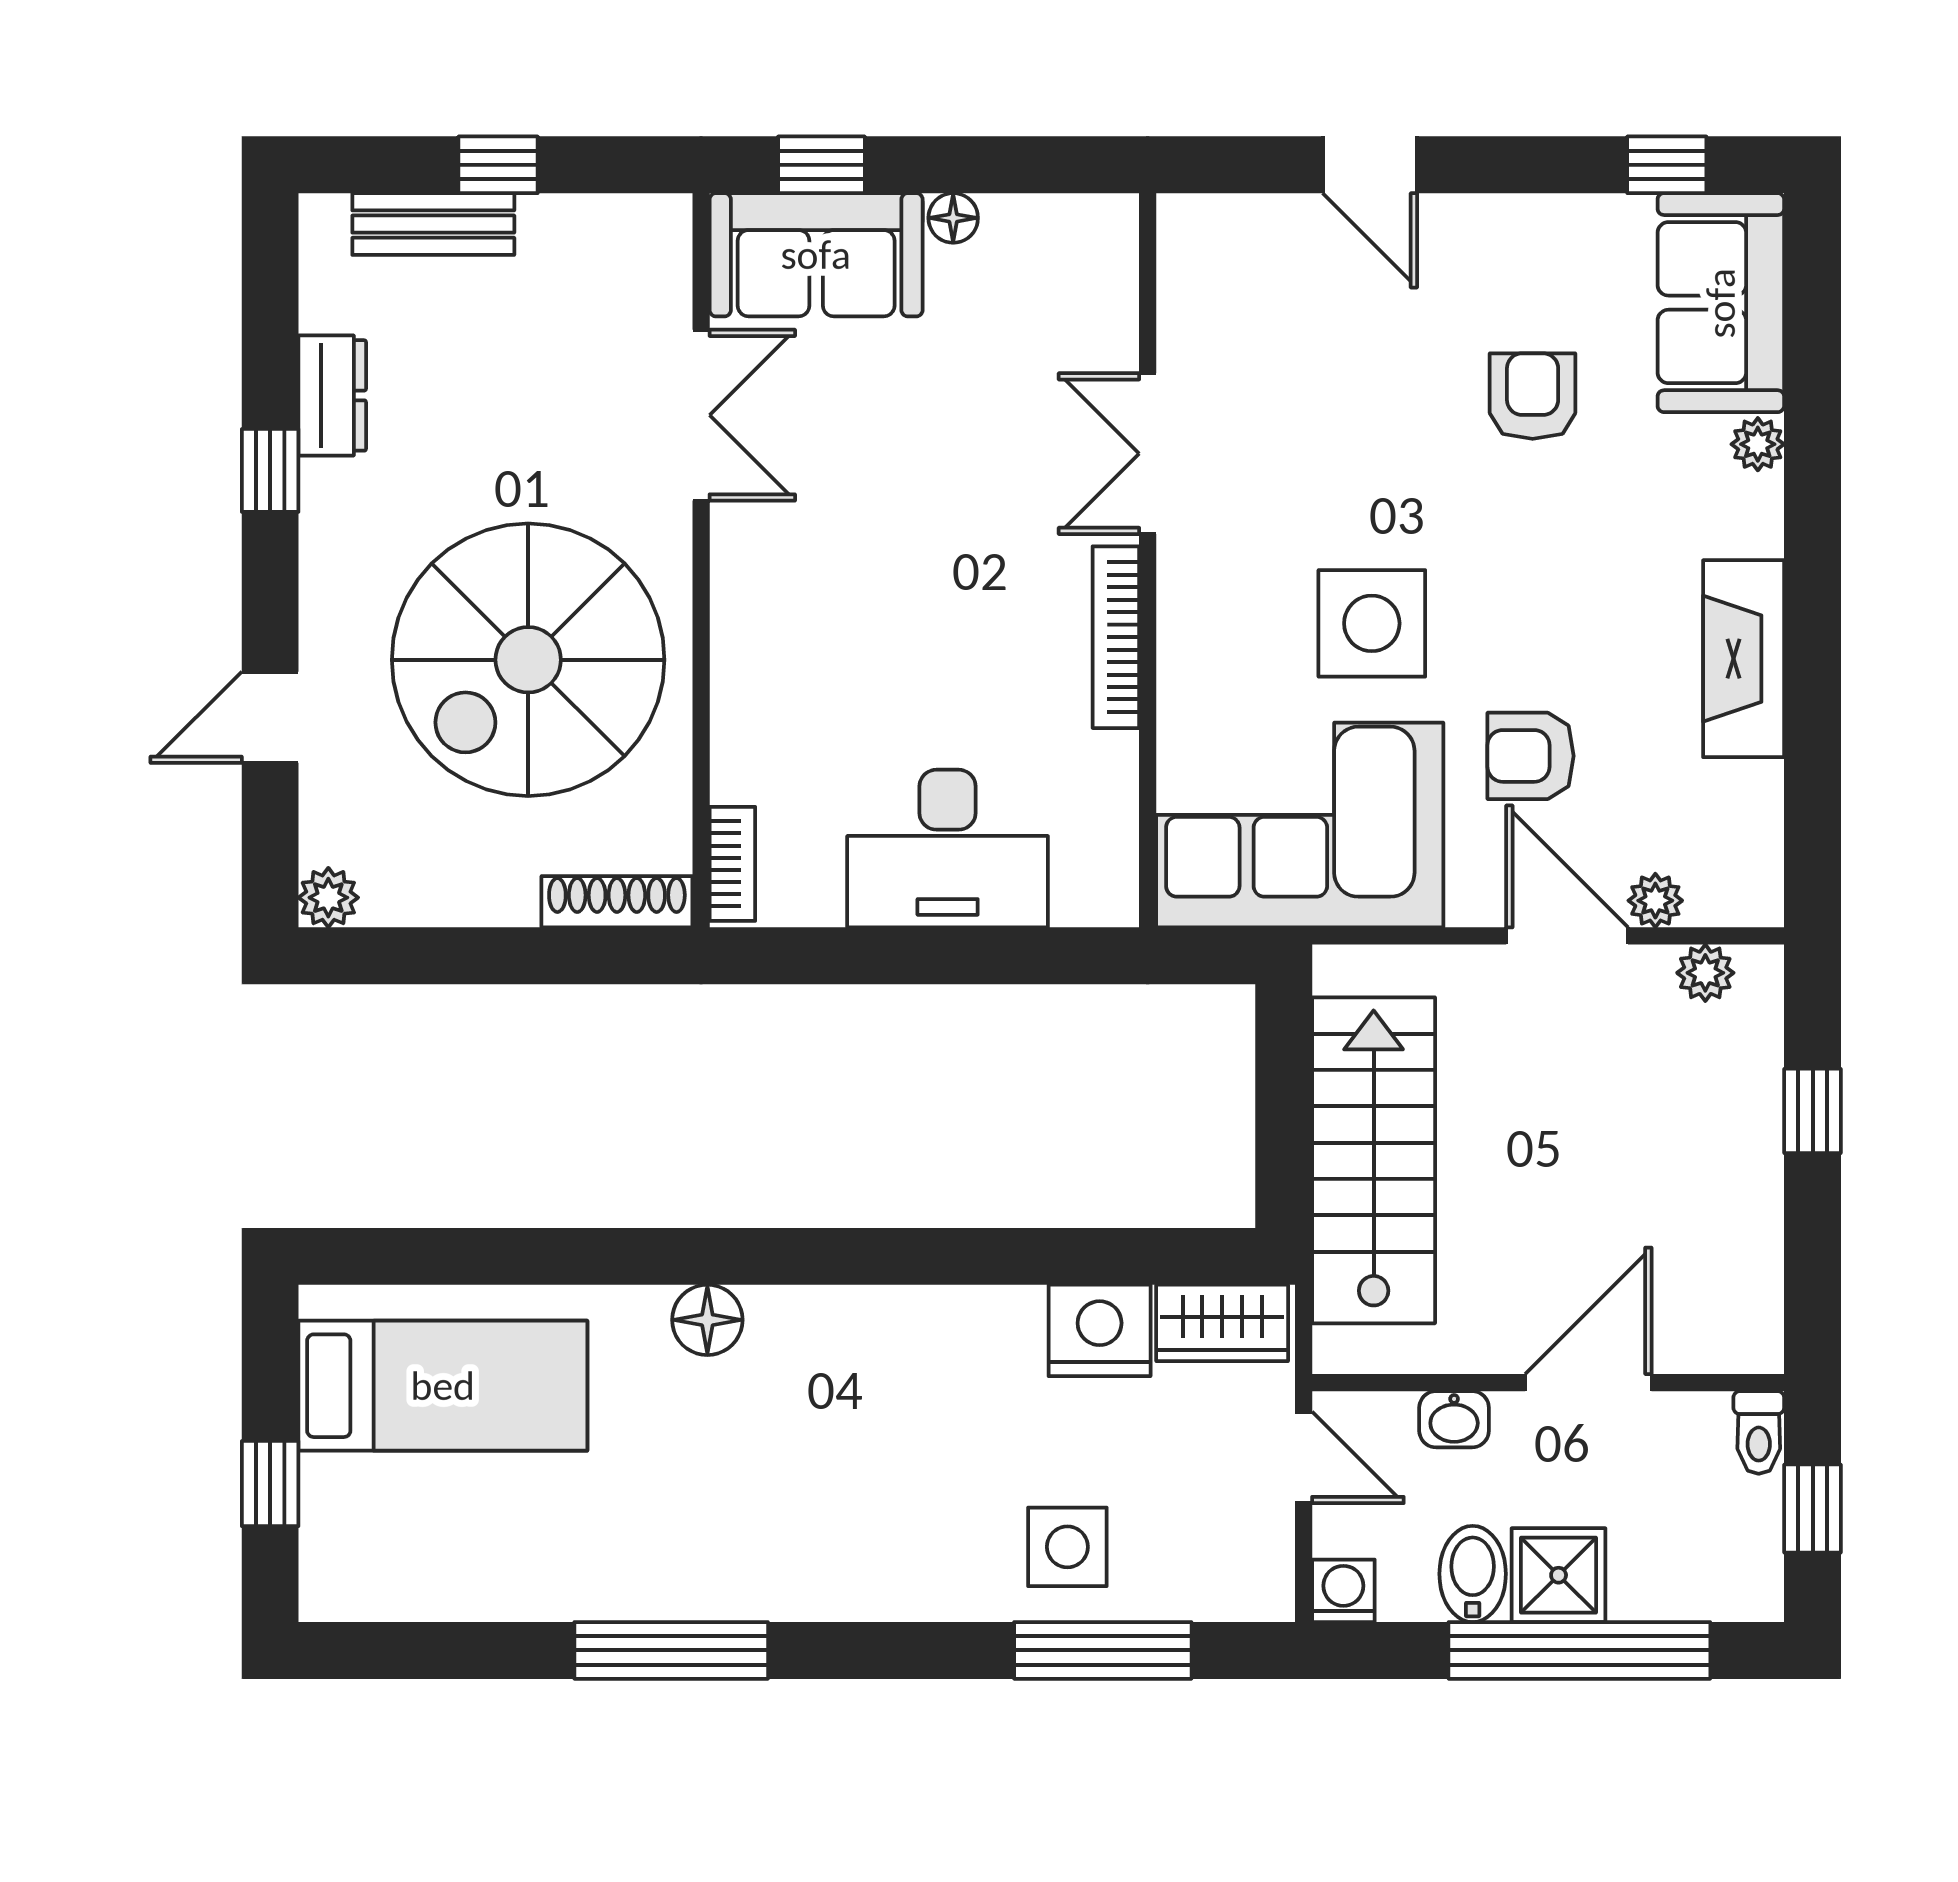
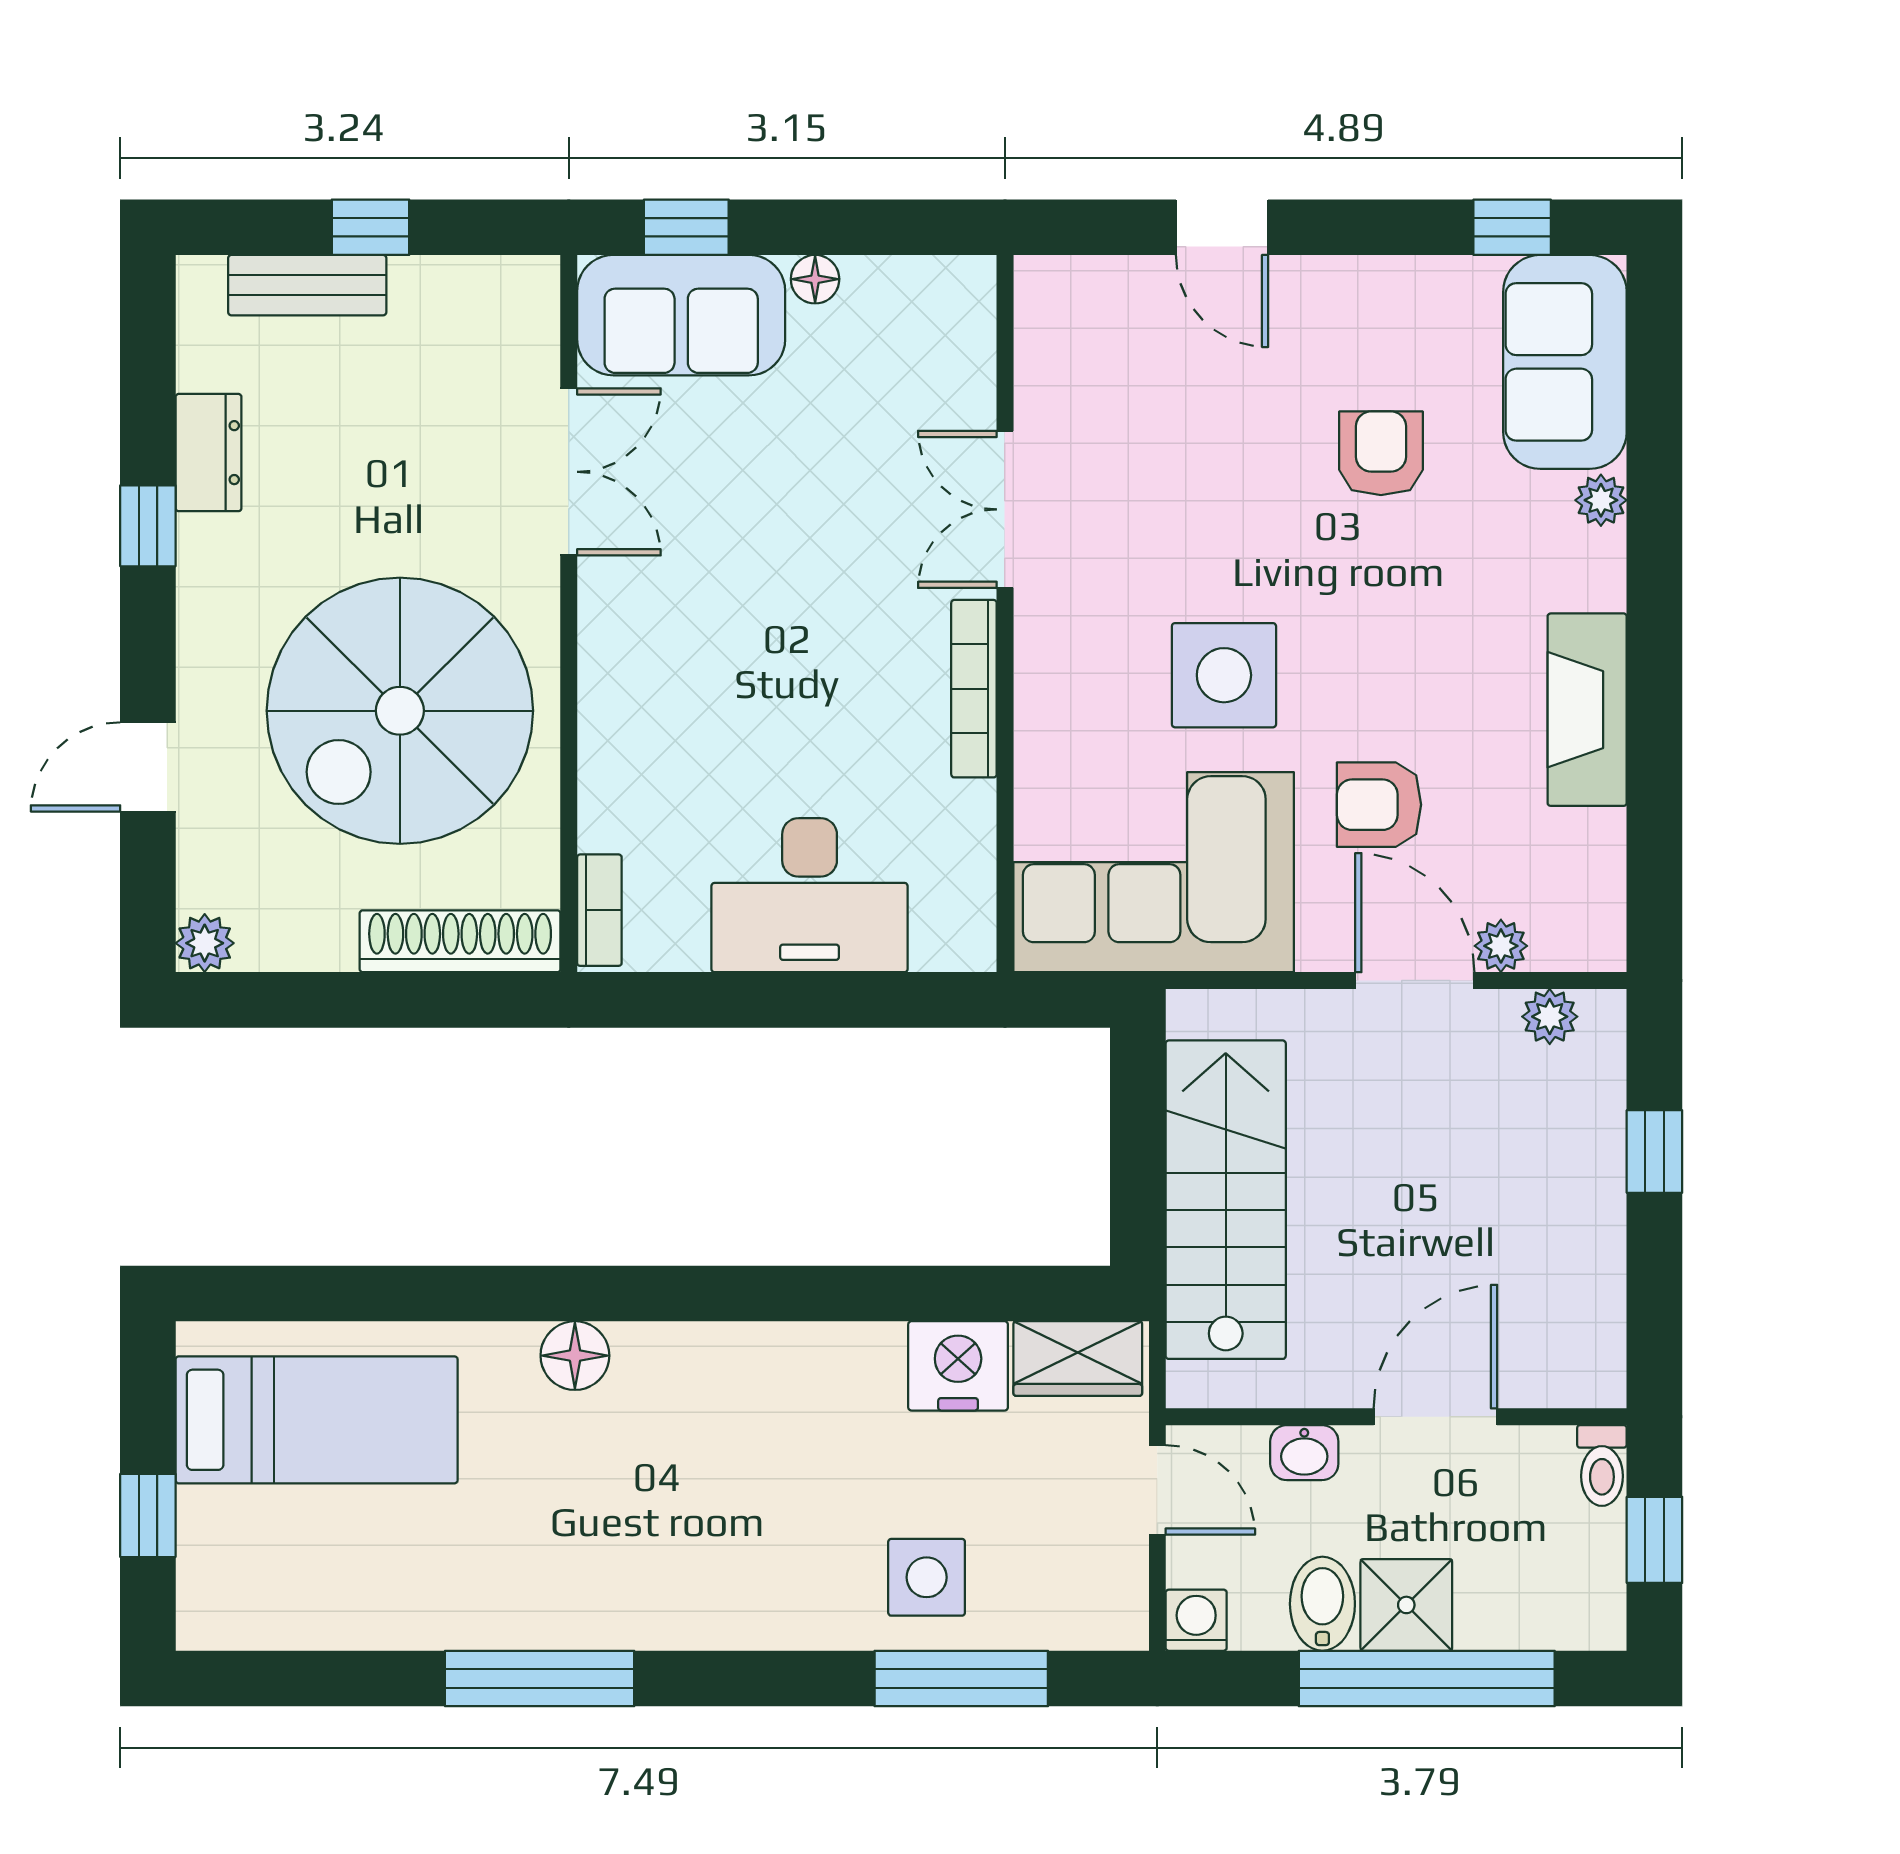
shoe rack: (617, 902) -> (460, 941), width x1.36, depth x1.24

